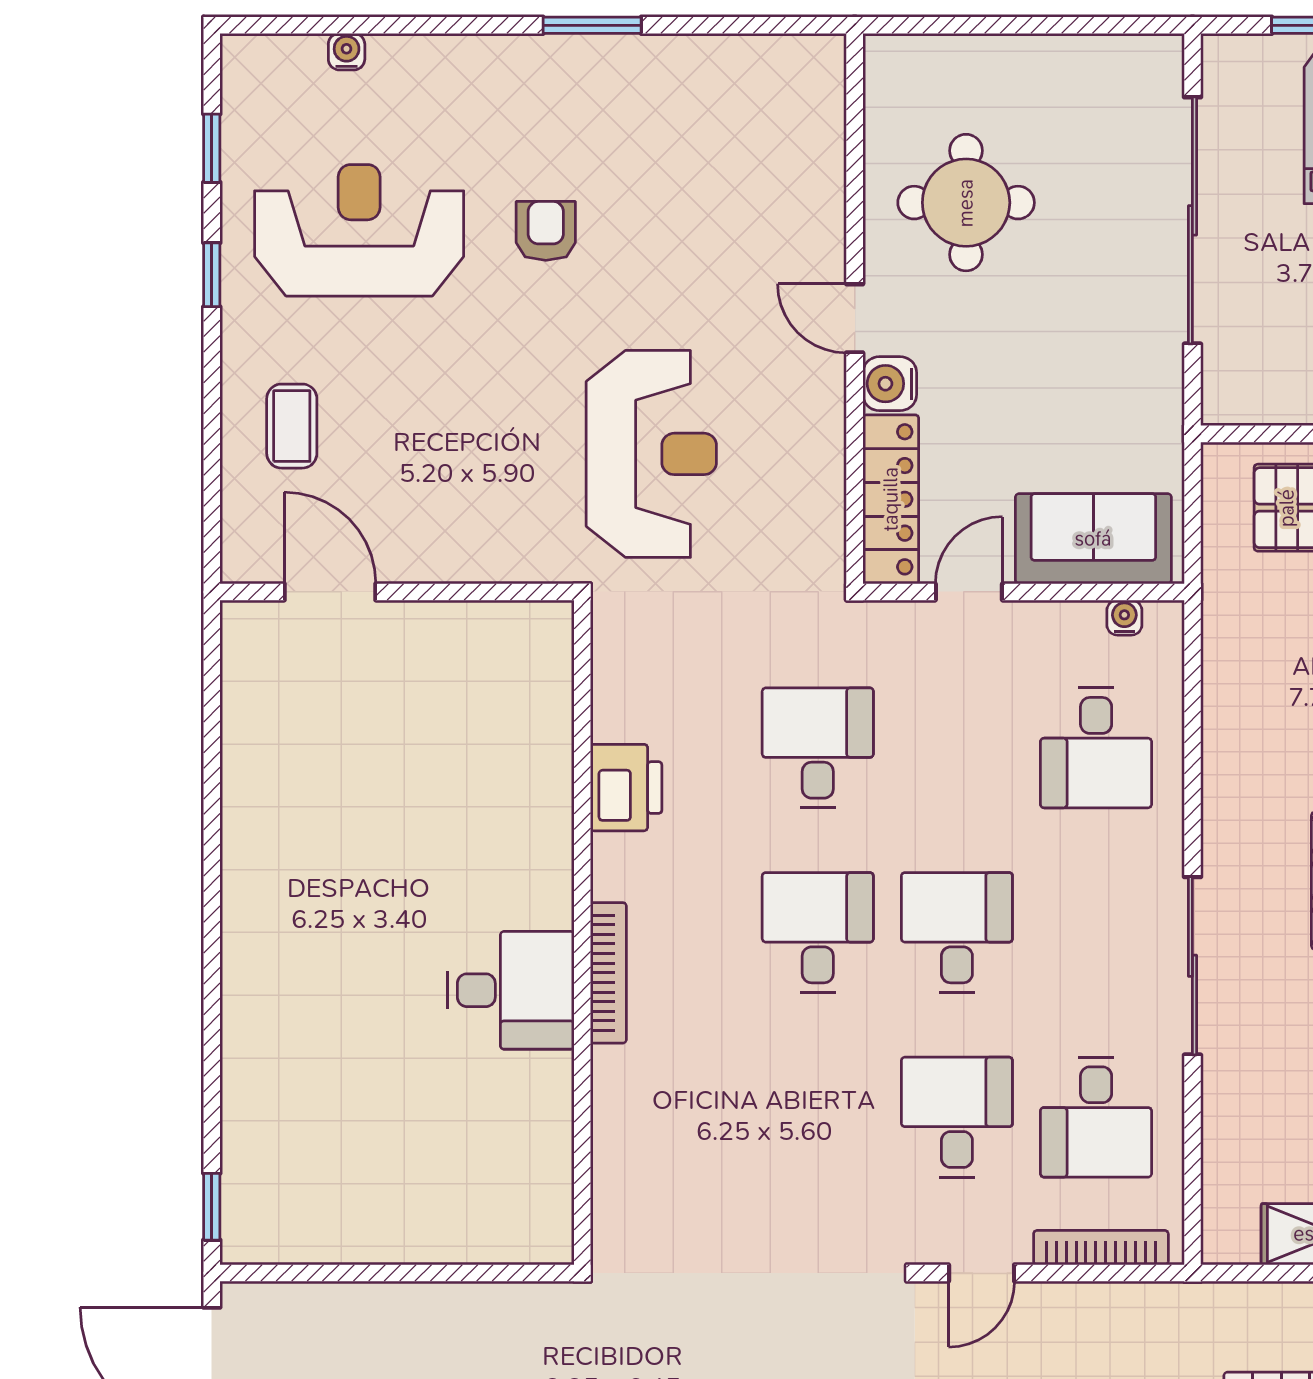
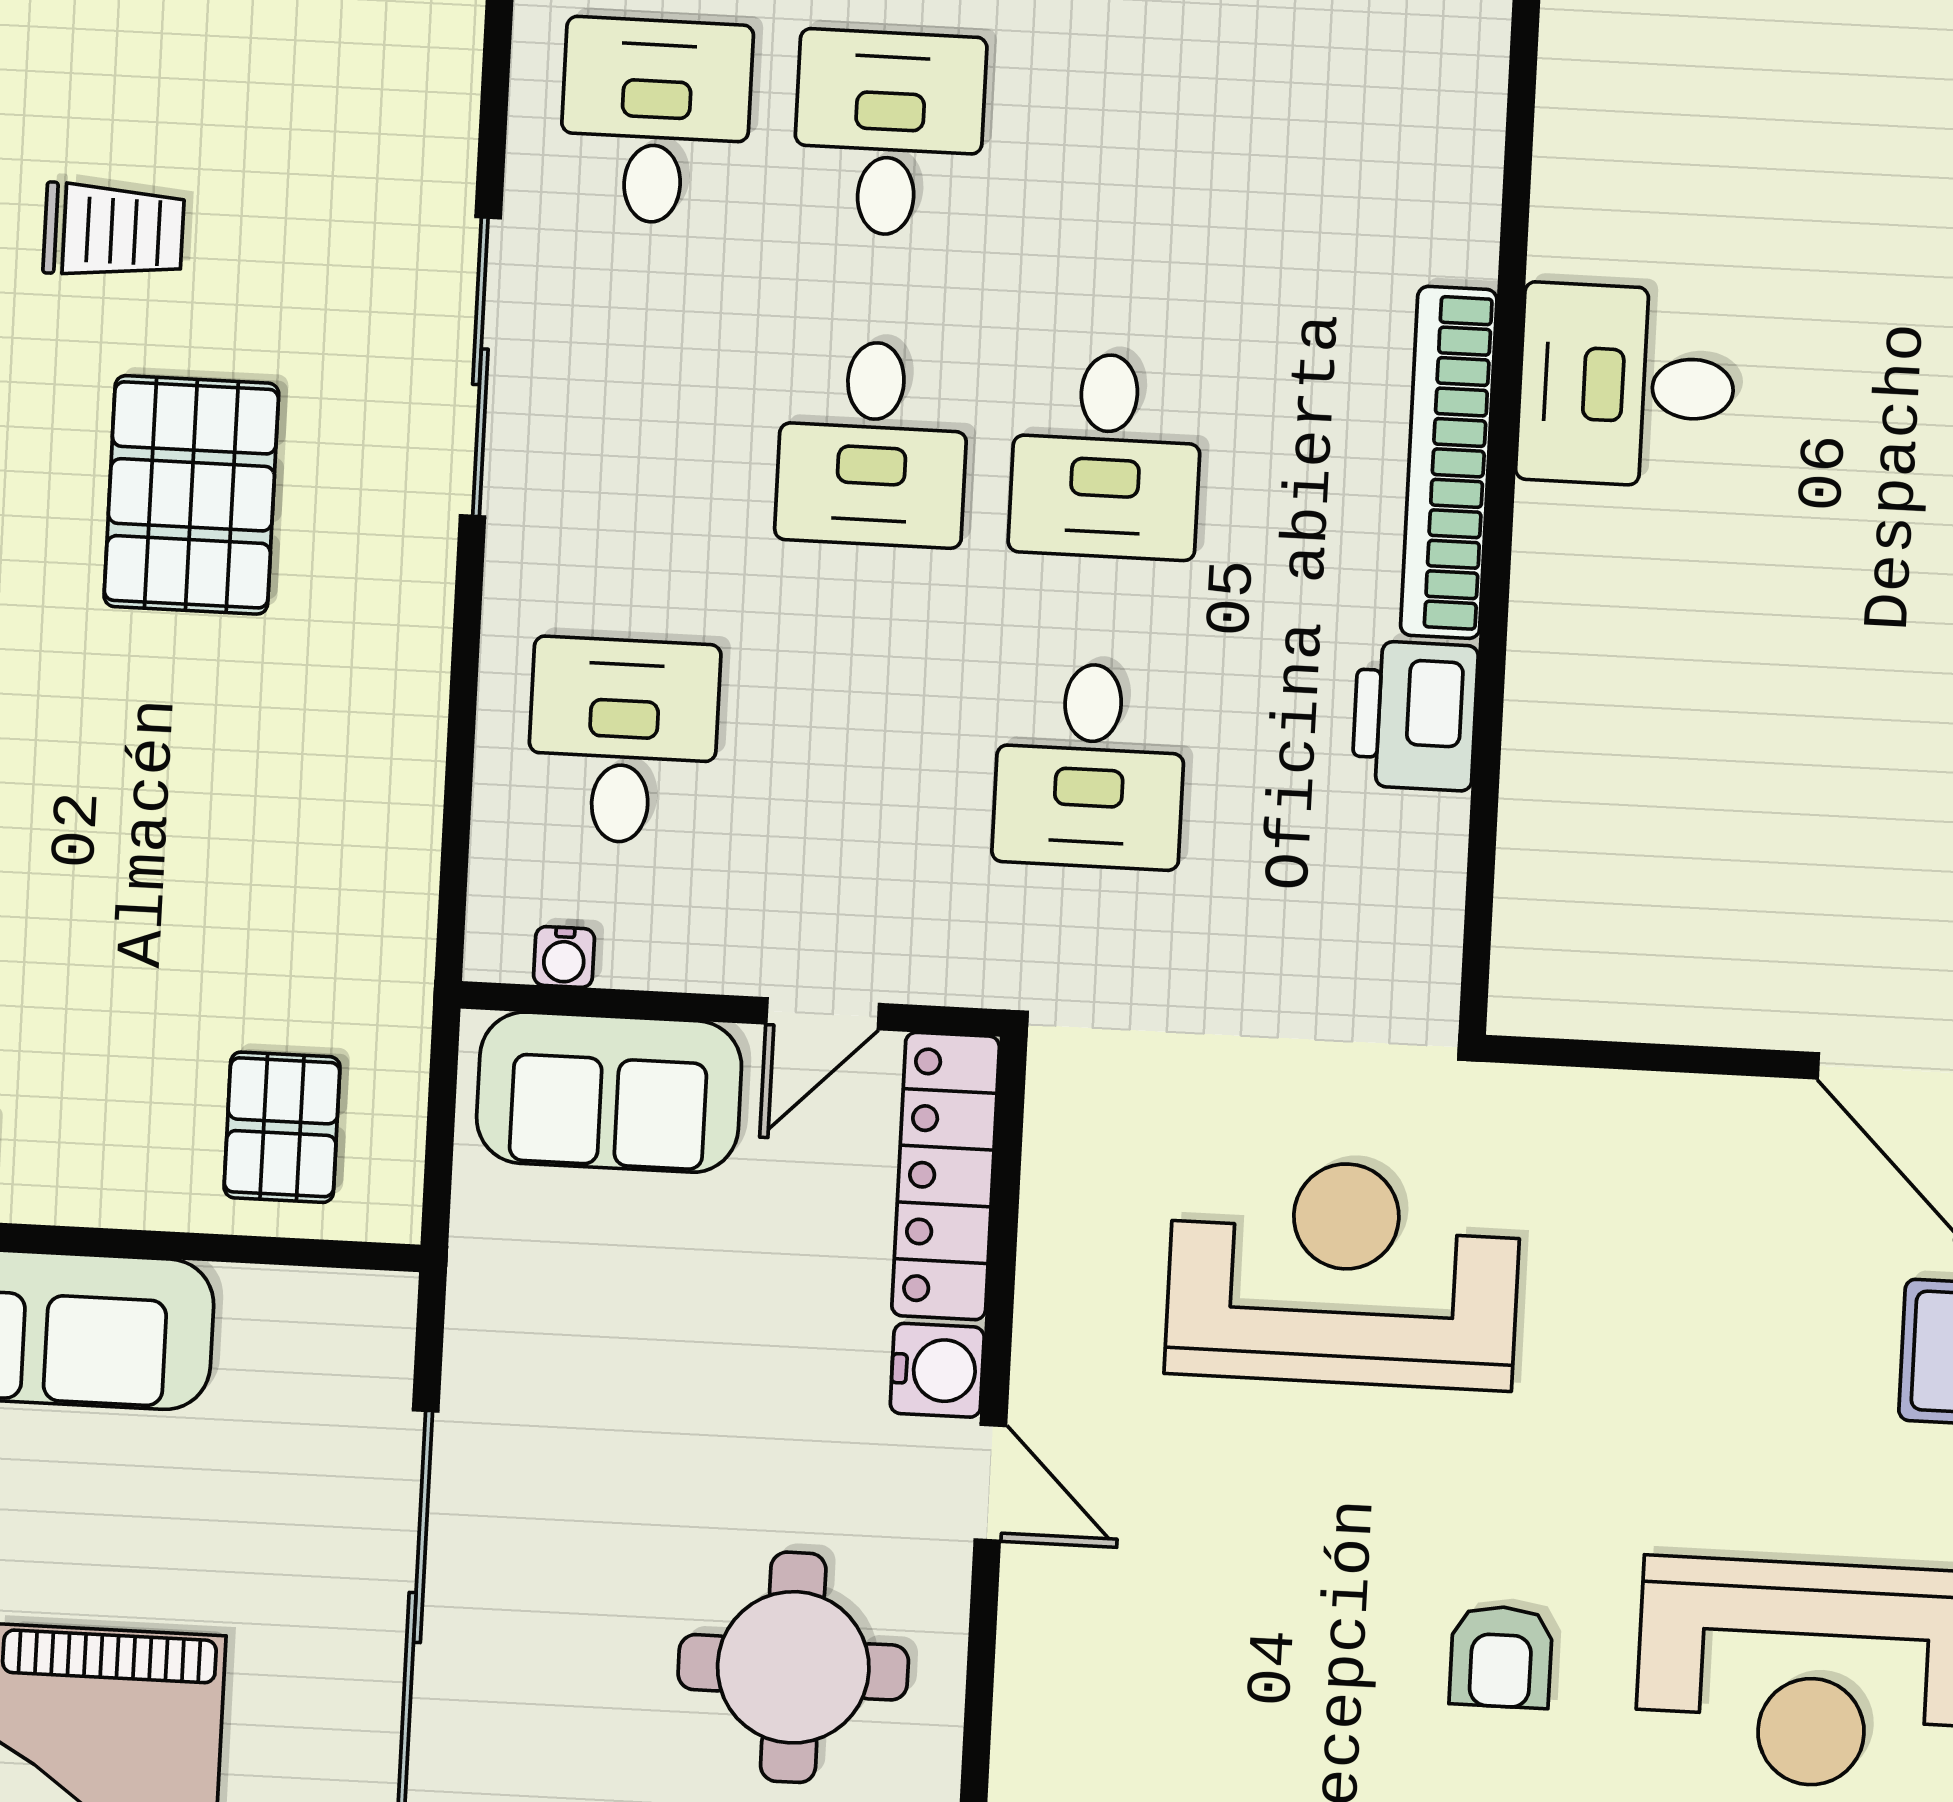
reception desk: (651, 454) -> (1343, 1273), turned 90
bookcase: (608, 973) -> (1449, 462), width x1.48, depth x1.31
desk: (957, 1117) -> (889, 134), turned 180

